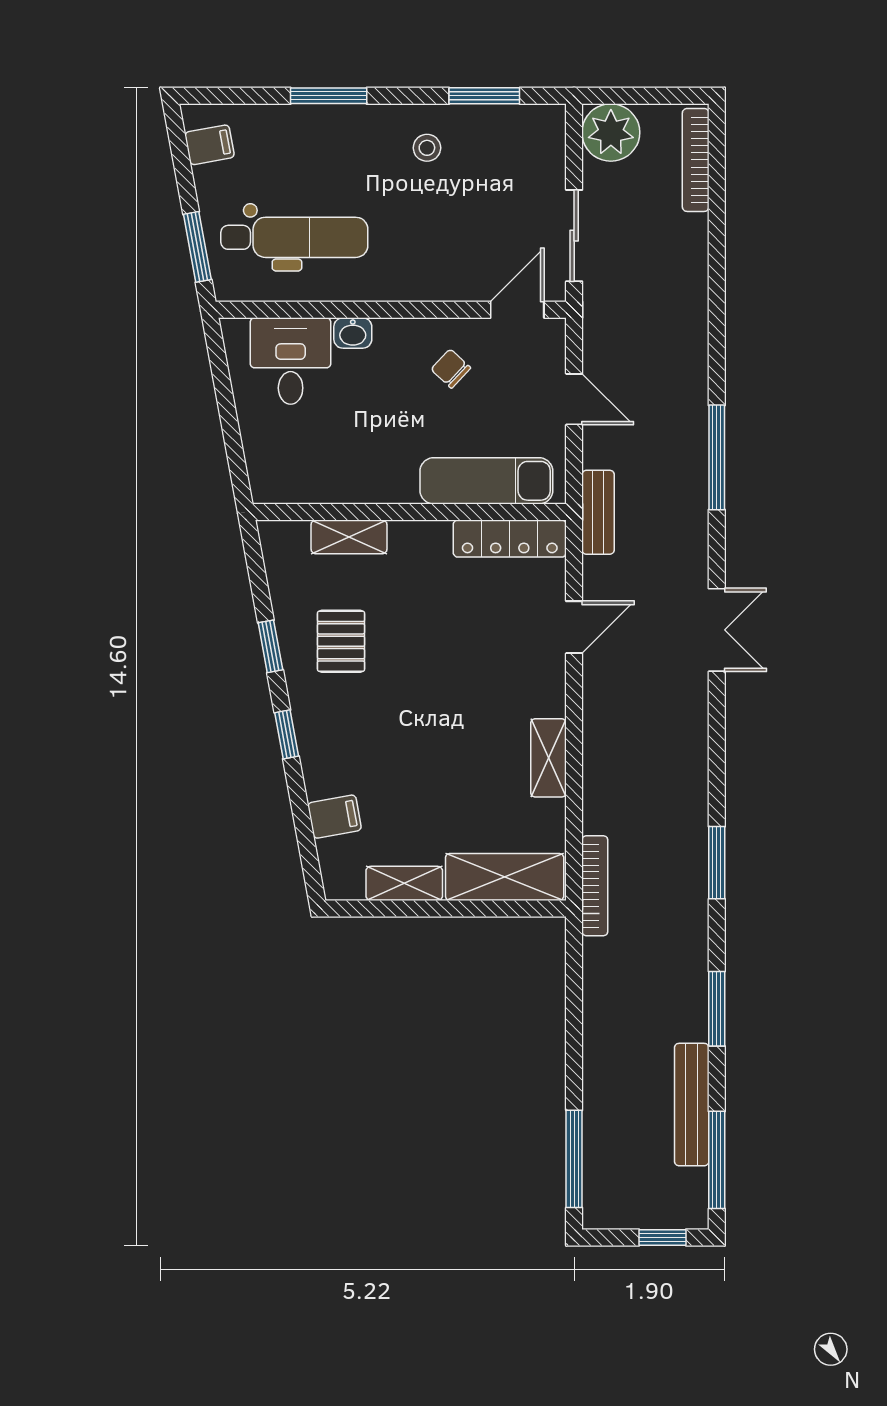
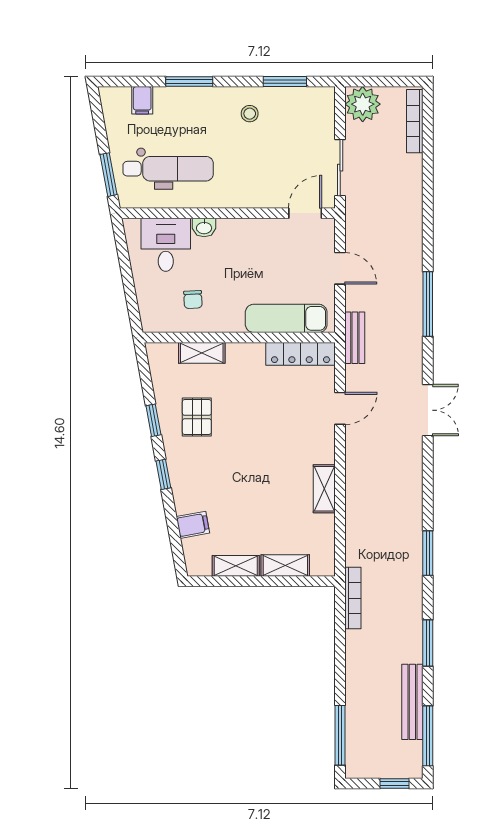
filing cabinet: (210, 145) -> (142, 100), moved, turned 100
chair: (451, 369) -> (193, 299), moved, turned -136
shelving: (505, 877) -> (285, 566), width x0.67, depth x0.75
bookcase: (595, 886) -> (353, 598), moved

